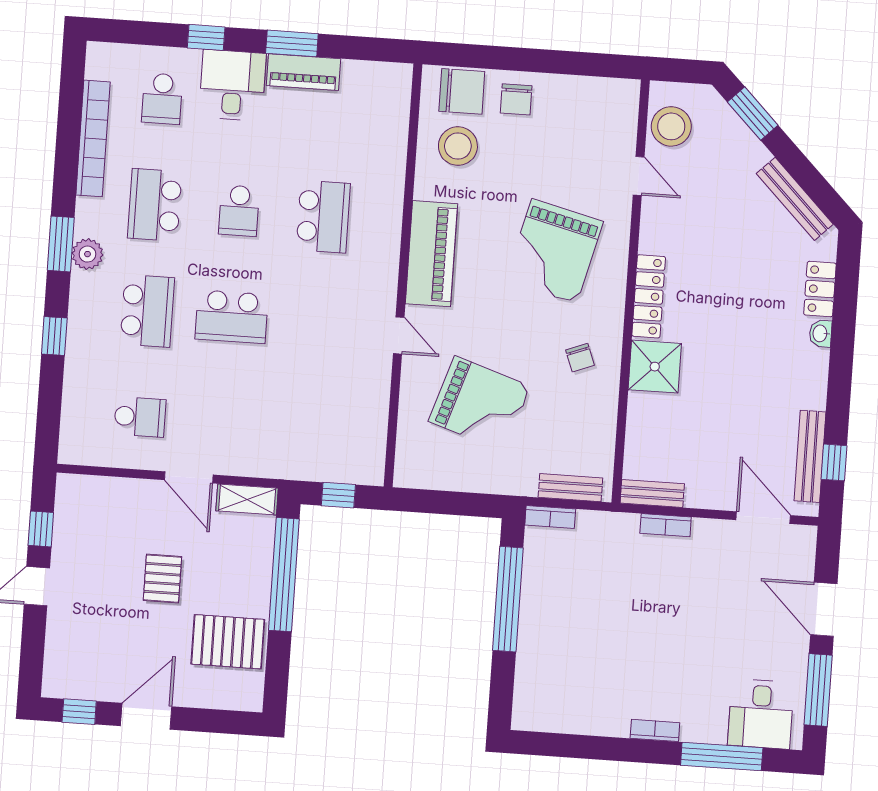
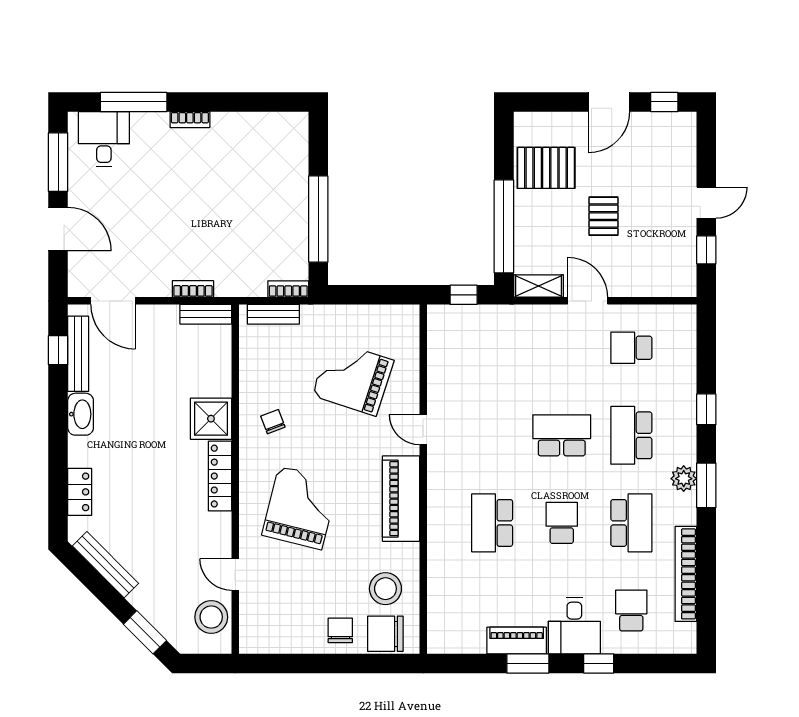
washbasin: (821, 333) -> (81, 414), moved, width x1.91, depth x1.45

